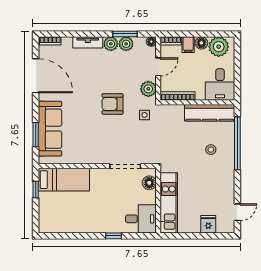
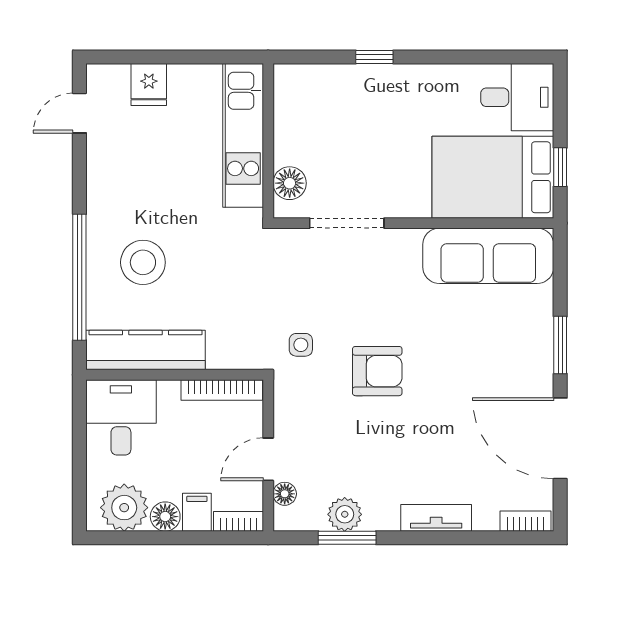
floor lamp: (151, 42) -> (285, 494), moved
plant: (111, 44) -> (381, 514), removed
plant: (148, 89) -> (292, 407), removed
sofa: (50, 129) -> (488, 256), moved, turned -90
window: (36, 135) -> (560, 345), moved
stool: (211, 150) -> (143, 262), width x1.89, depth x1.89
bed: (64, 180) -> (493, 177), width x1.50
desk: (141, 219) -> (517, 97), moved, turned 180

